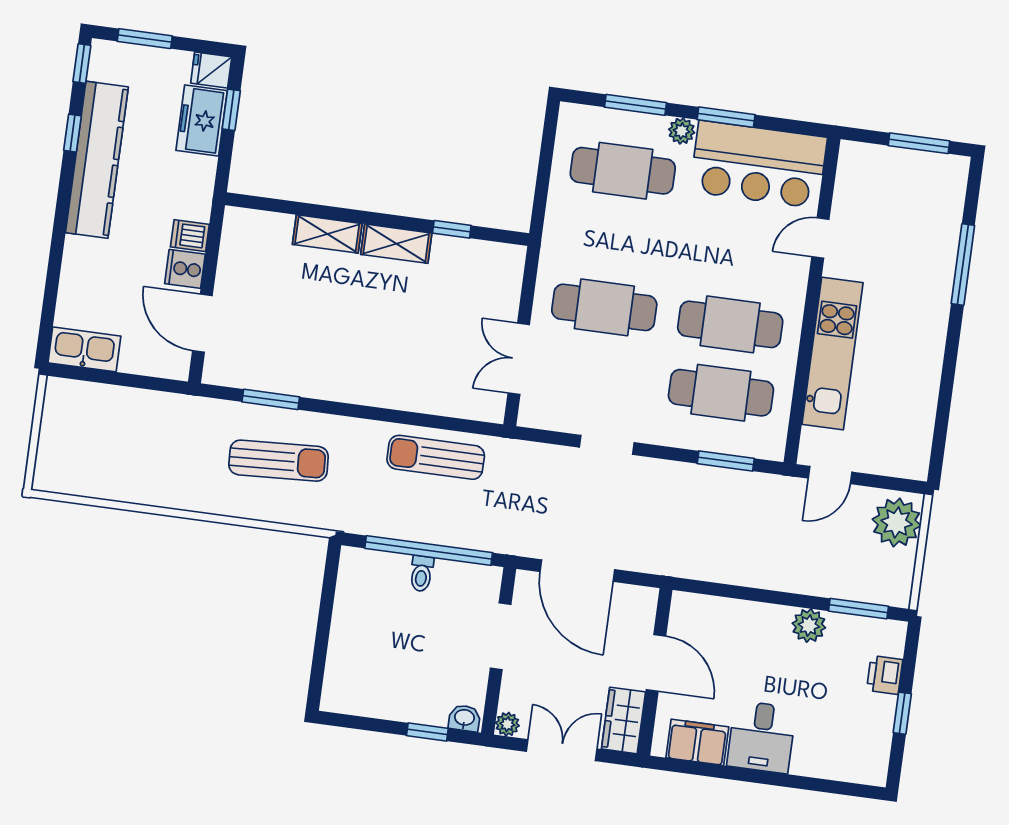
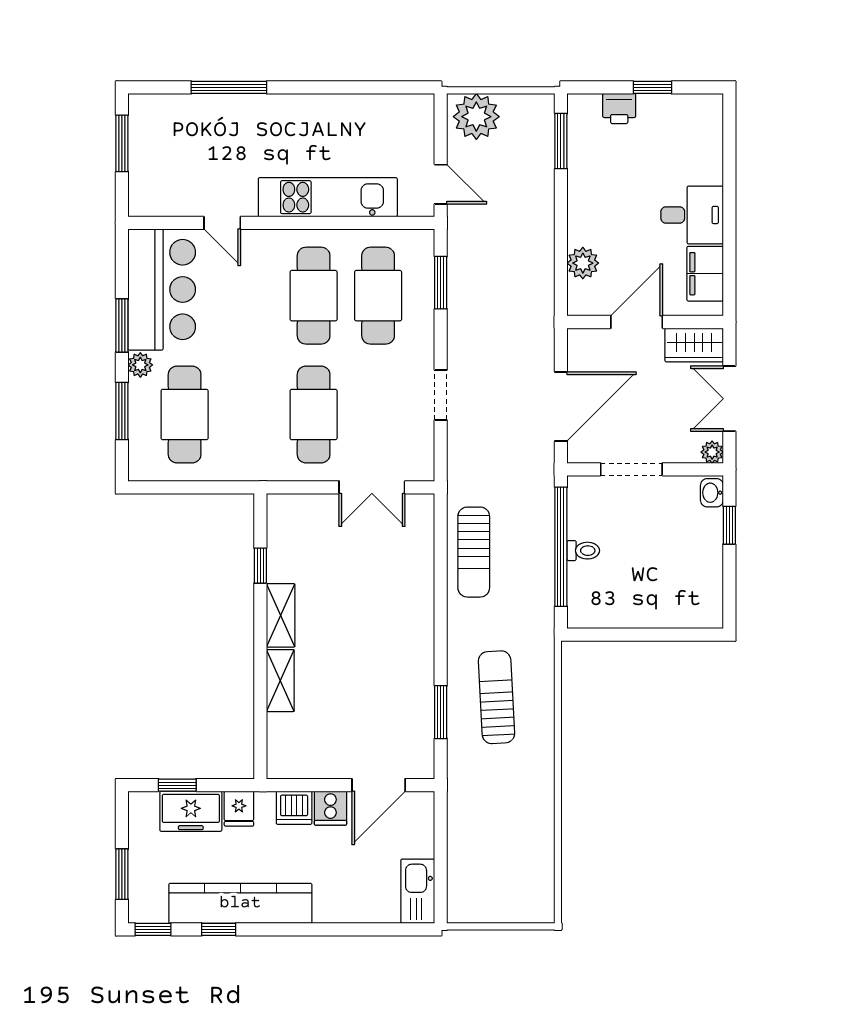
fridge: (211, 70) -> (239, 809), moved
dishwasher: (190, 236) -> (294, 808), width x1.38
plant: (809, 626) -> (583, 263), moved

